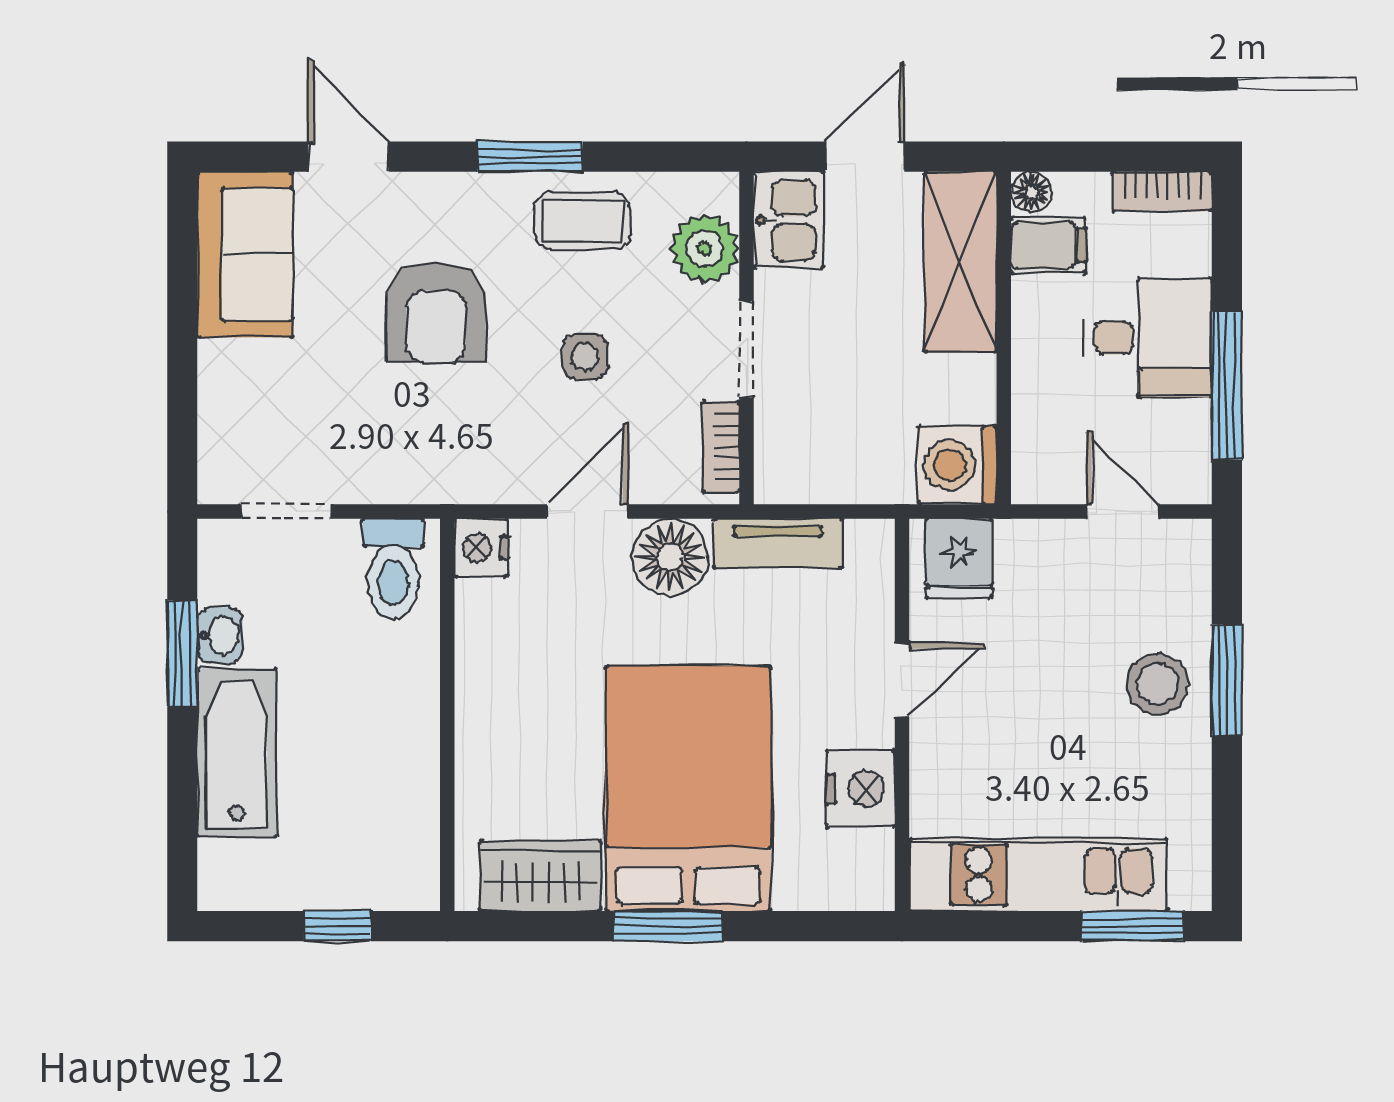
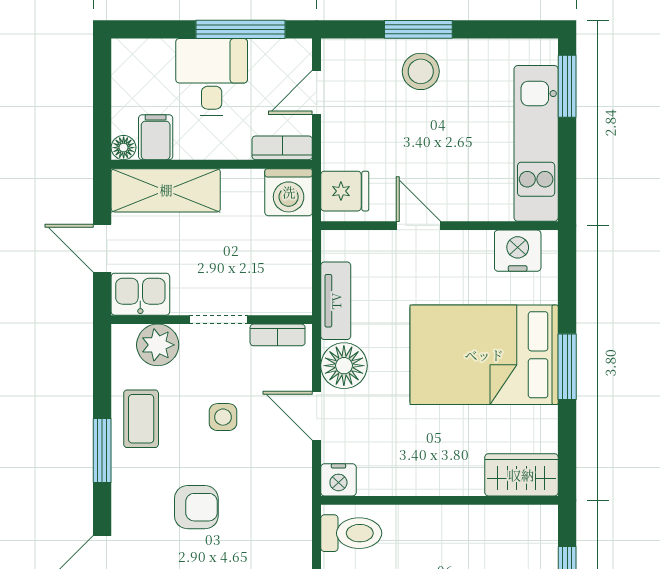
bookcase: (1162, 192) -> (282, 148), moved, turned -90
armchair: (436, 312) -> (196, 507), width x0.72, depth x0.72
nightstand: (861, 789) -> (518, 251), moved
wardrobe: (540, 876) -> (521, 475), moved, turned 90

